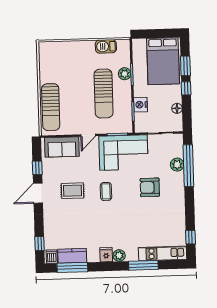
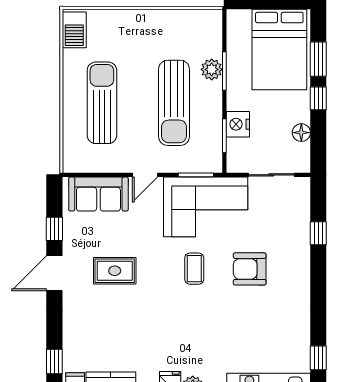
barbecue: (106, 46) -> (74, 30), moved, turned -90
sun lounger: (51, 107) -> (102, 103), moved, turned 180
plant: (177, 165) -> (299, 231), removed
window: (188, 166) -> (318, 233), width x0.32
coffee table: (106, 191) -> (194, 269), moved

